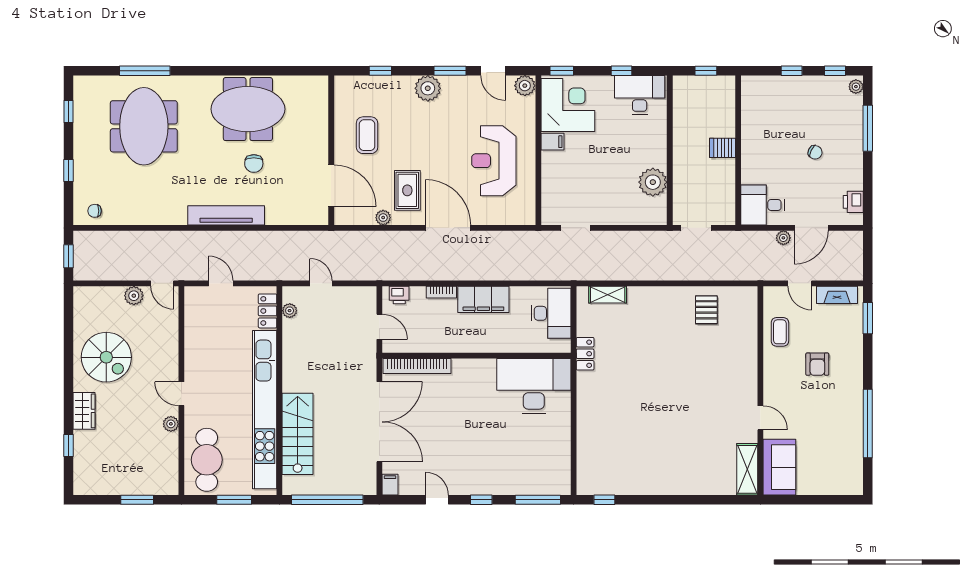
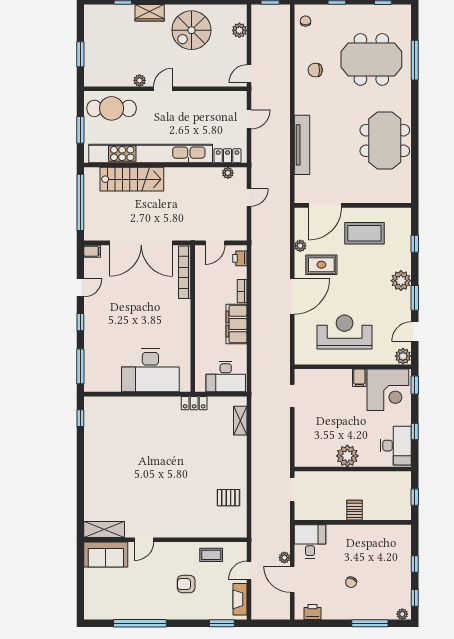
coffee table: (367, 135) -> (364, 233), width x1.36, depth x1.32
chair: (254, 164) -> (315, 70), moved
plant: (653, 182) -> (347, 456), moved
tv unit: (226, 215) -> (302, 145), moved
plant: (134, 296) -> (239, 30), moved
desk: (534, 386) -> (150, 370), moved, turned 90

